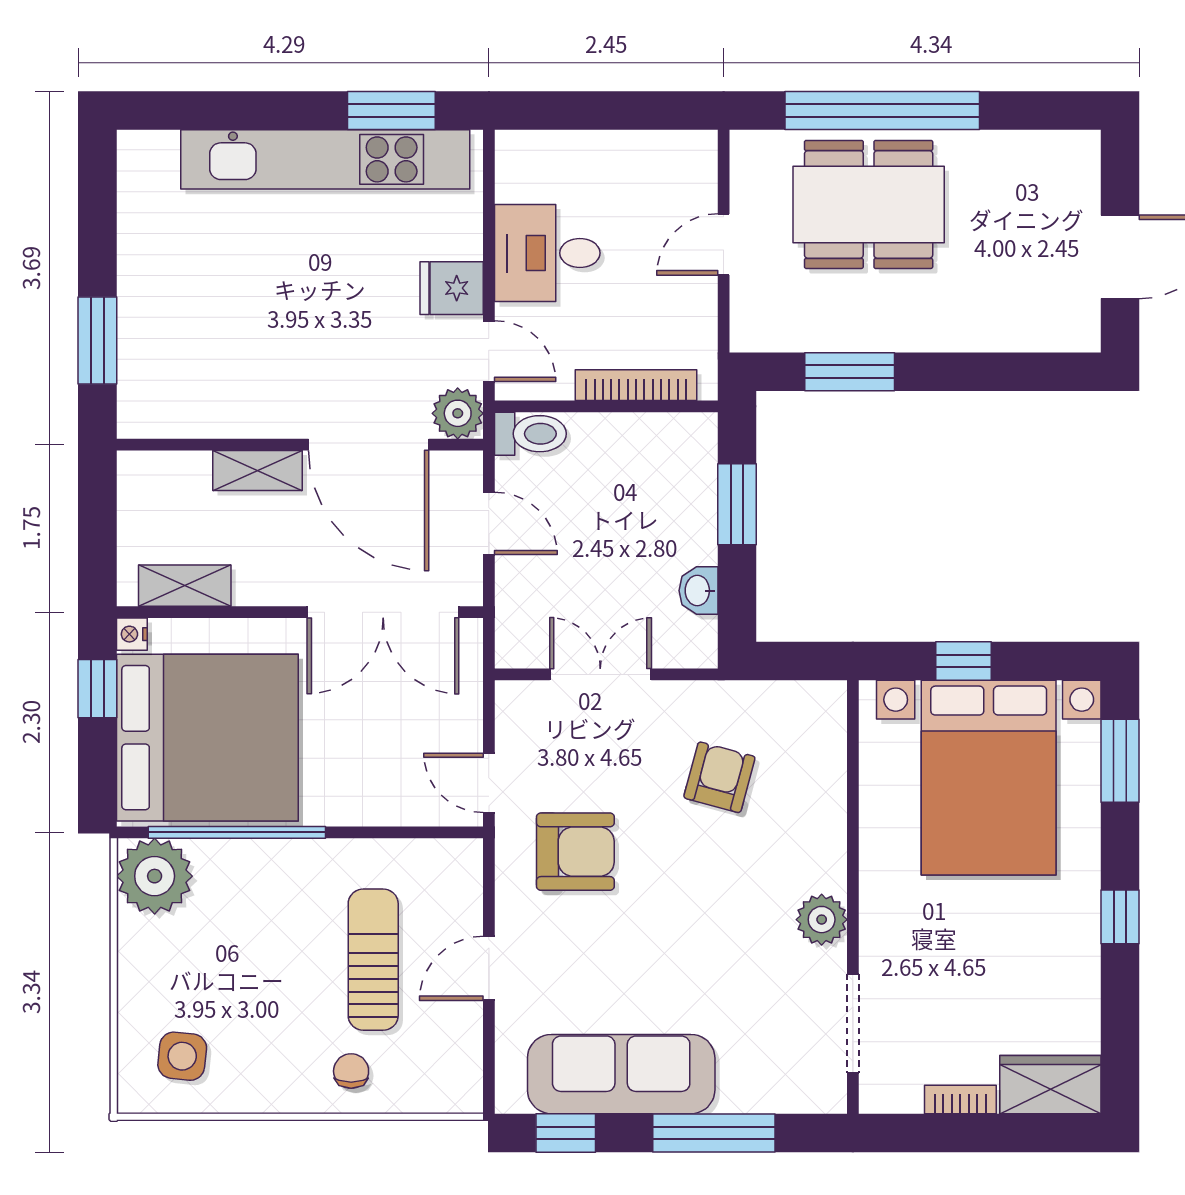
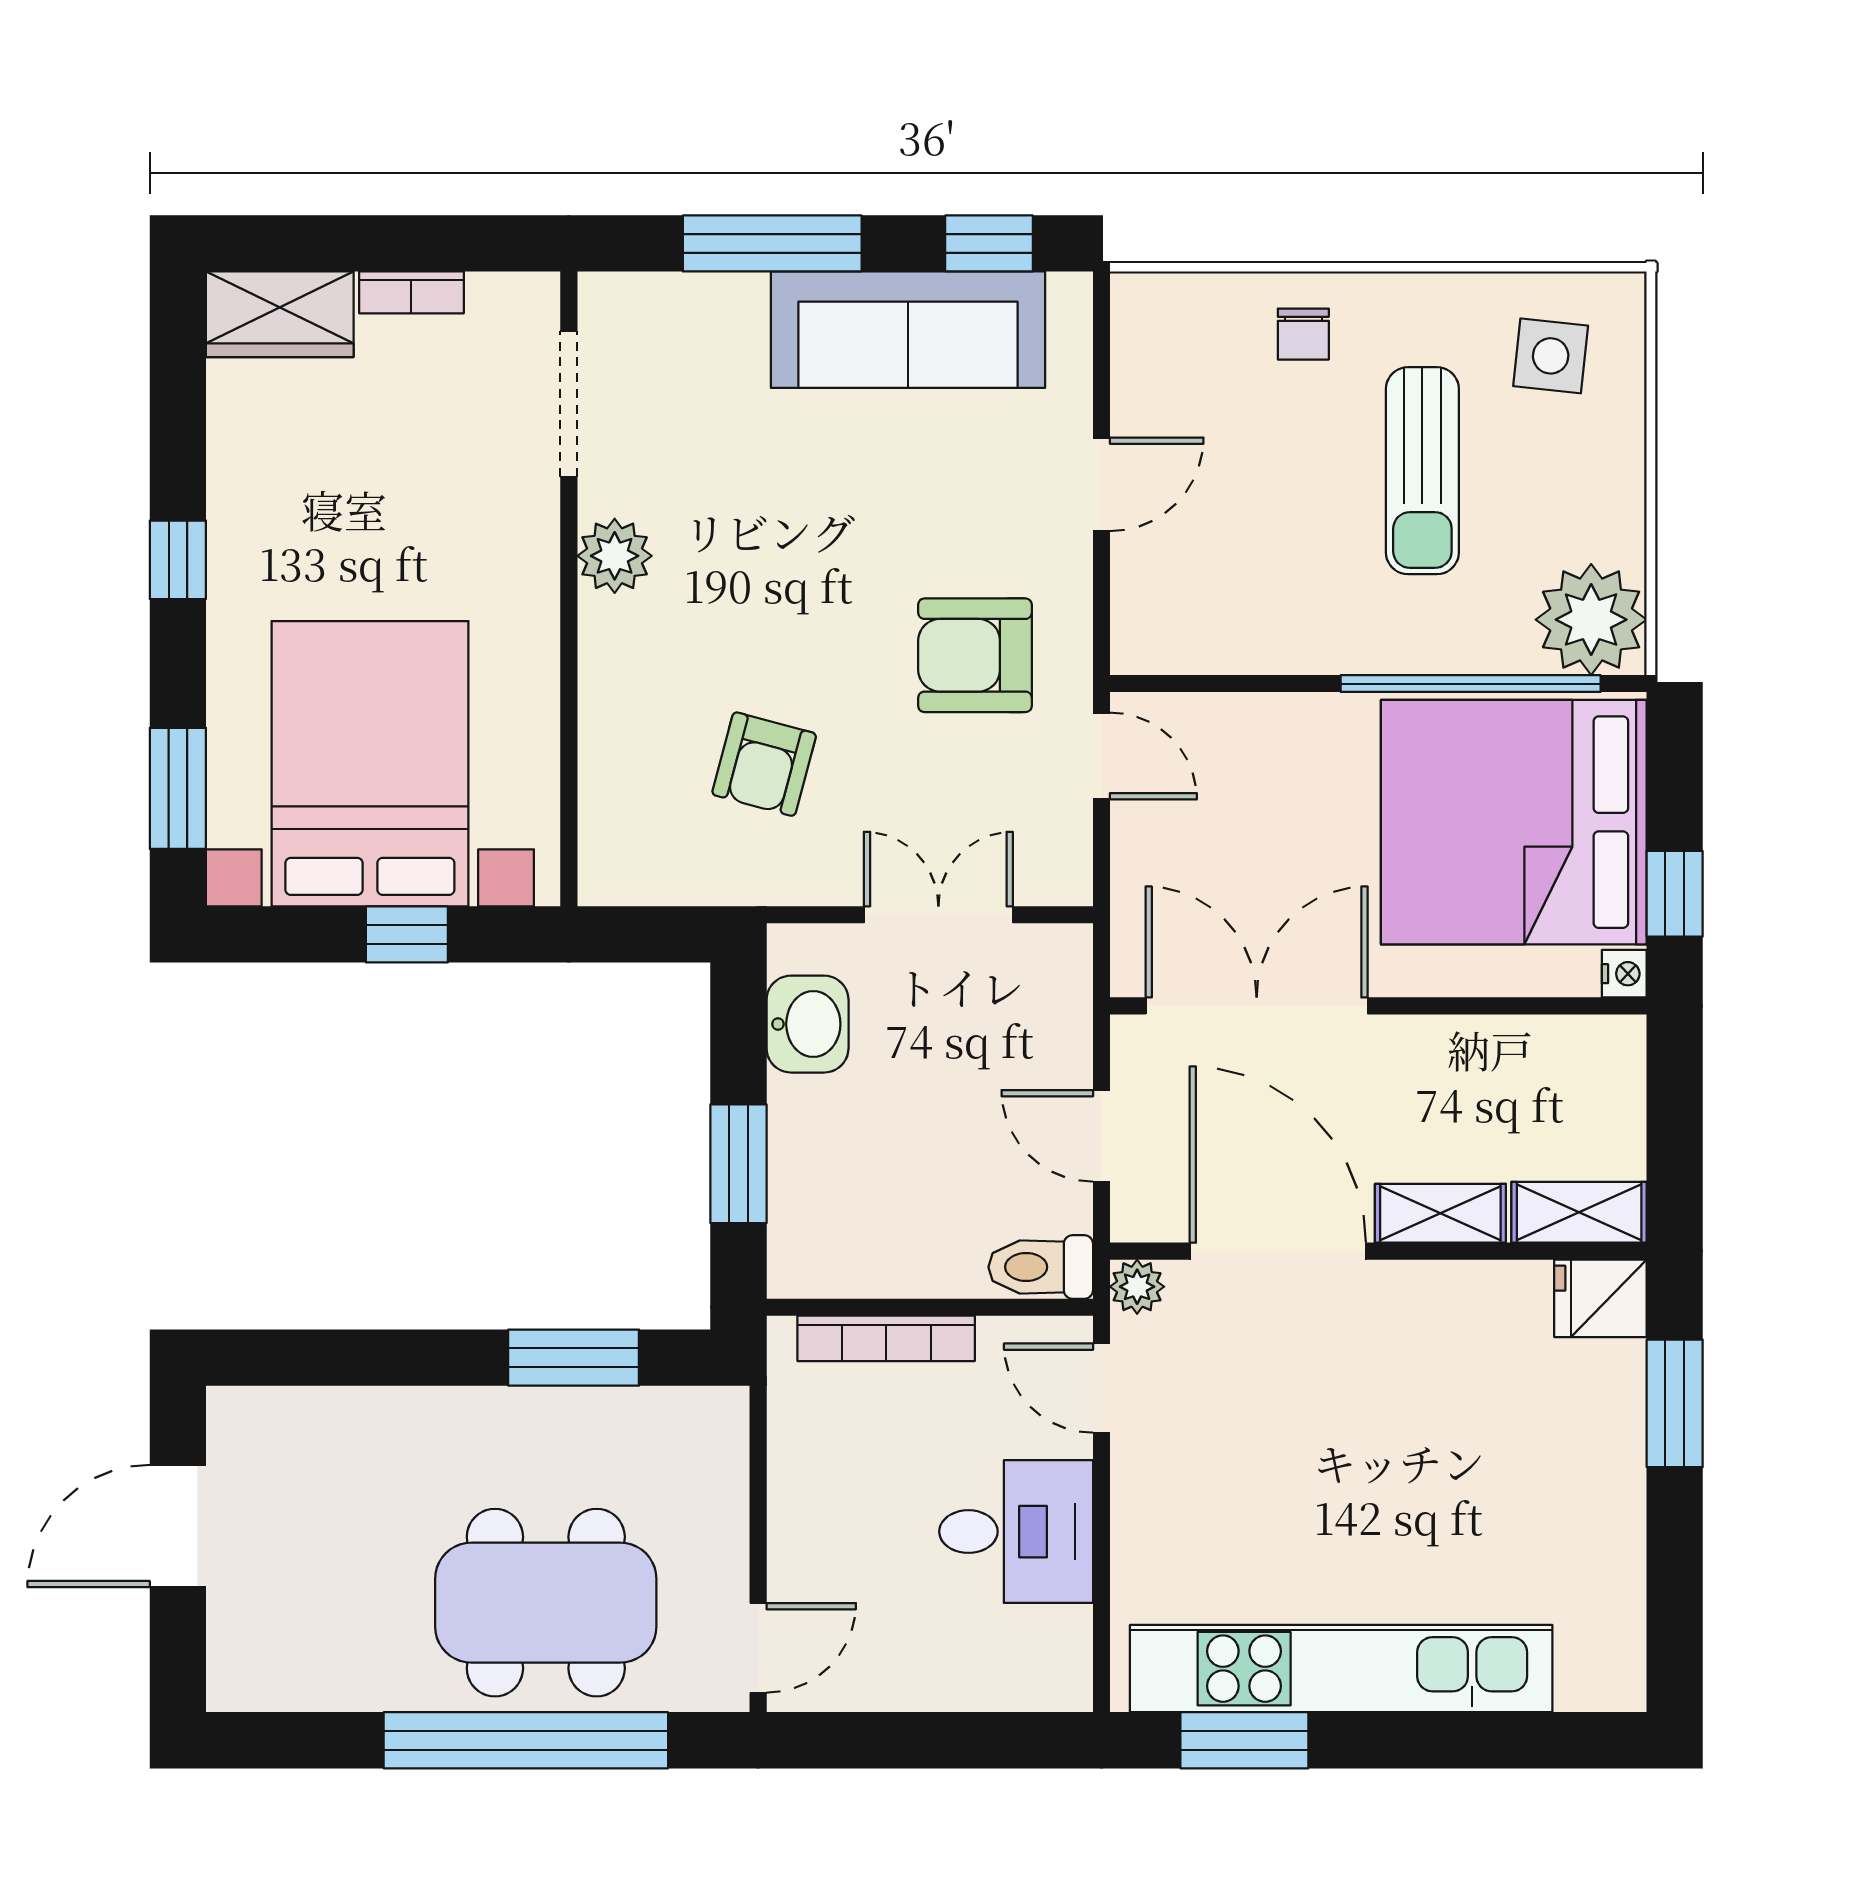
door: (724, 244) -> (758, 1648), moved
fridge: (452, 288) -> (1600, 1298), moved, turned 180
plant: (458, 413) -> (1137, 1287), width x0.73, depth x0.73
shelving: (185, 586) -> (1579, 1212), moved
washbasin: (698, 591) -> (808, 1024), width x1.38, depth x1.45
double door: (600, 674) -> (938, 915), swing flipped
sun lounger: (373, 960) -> (1422, 471), moved

